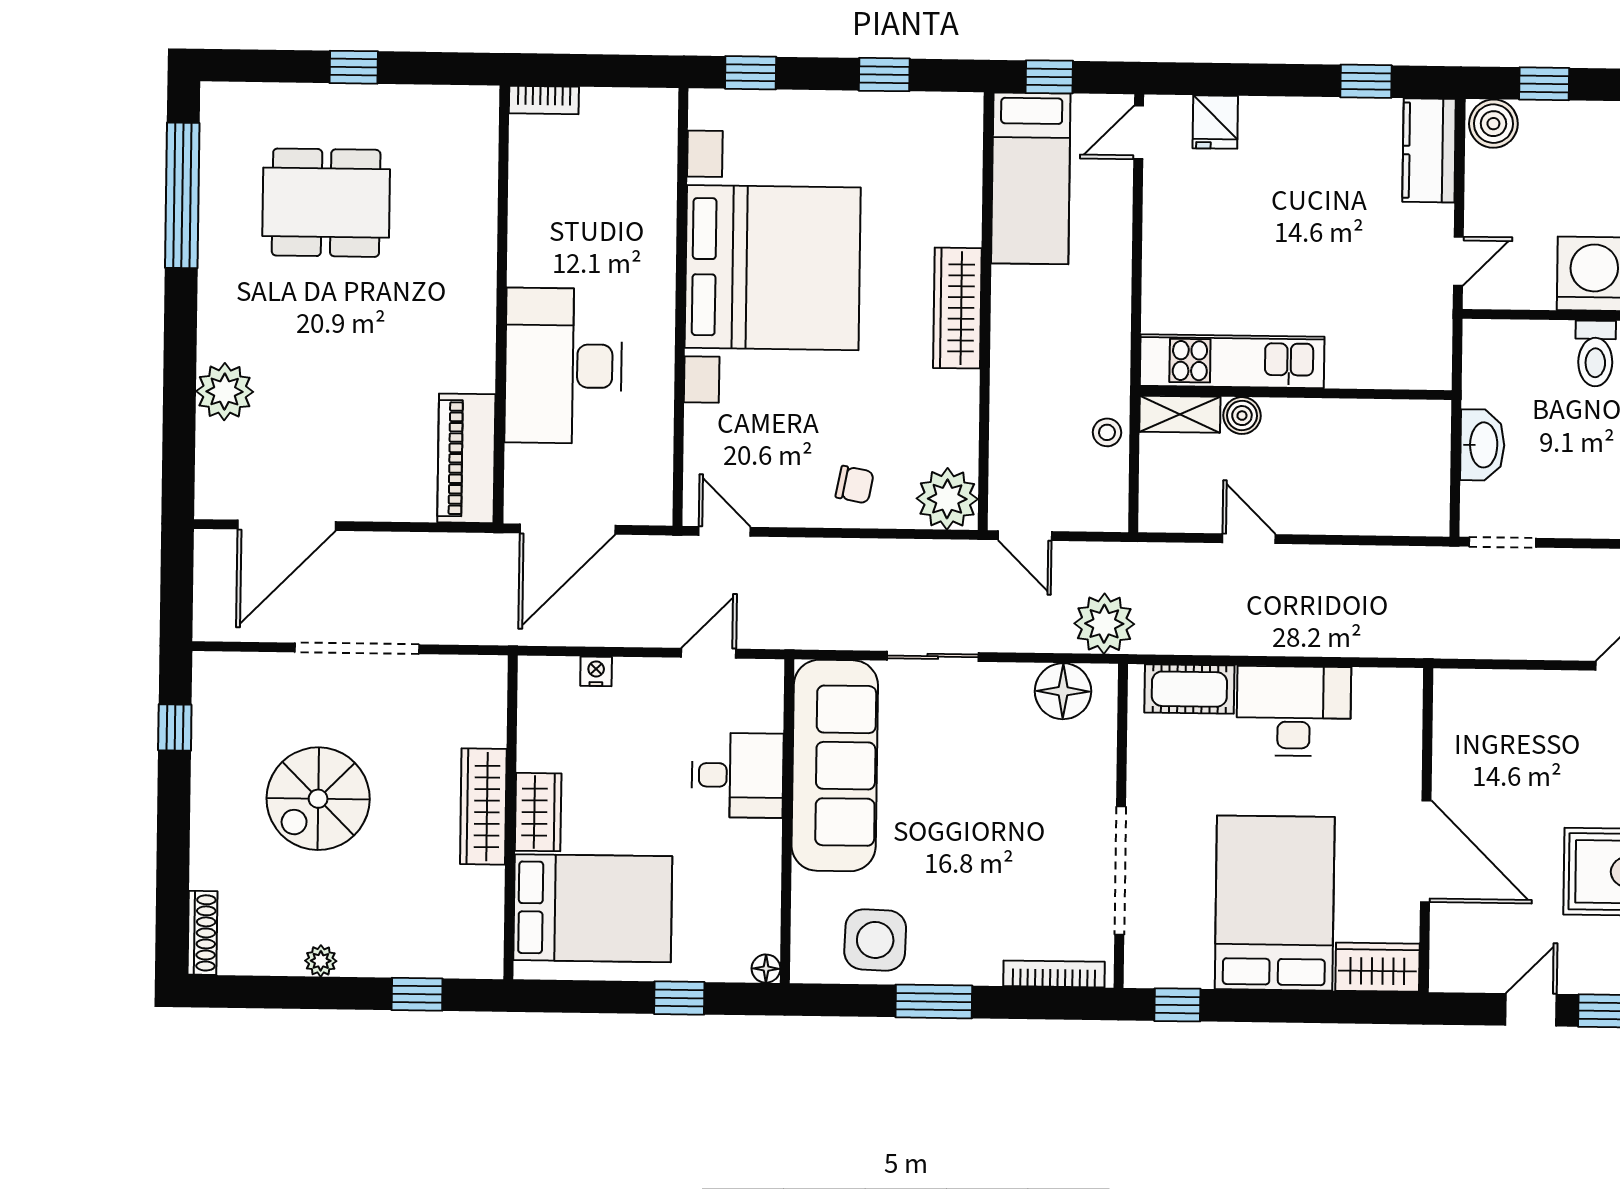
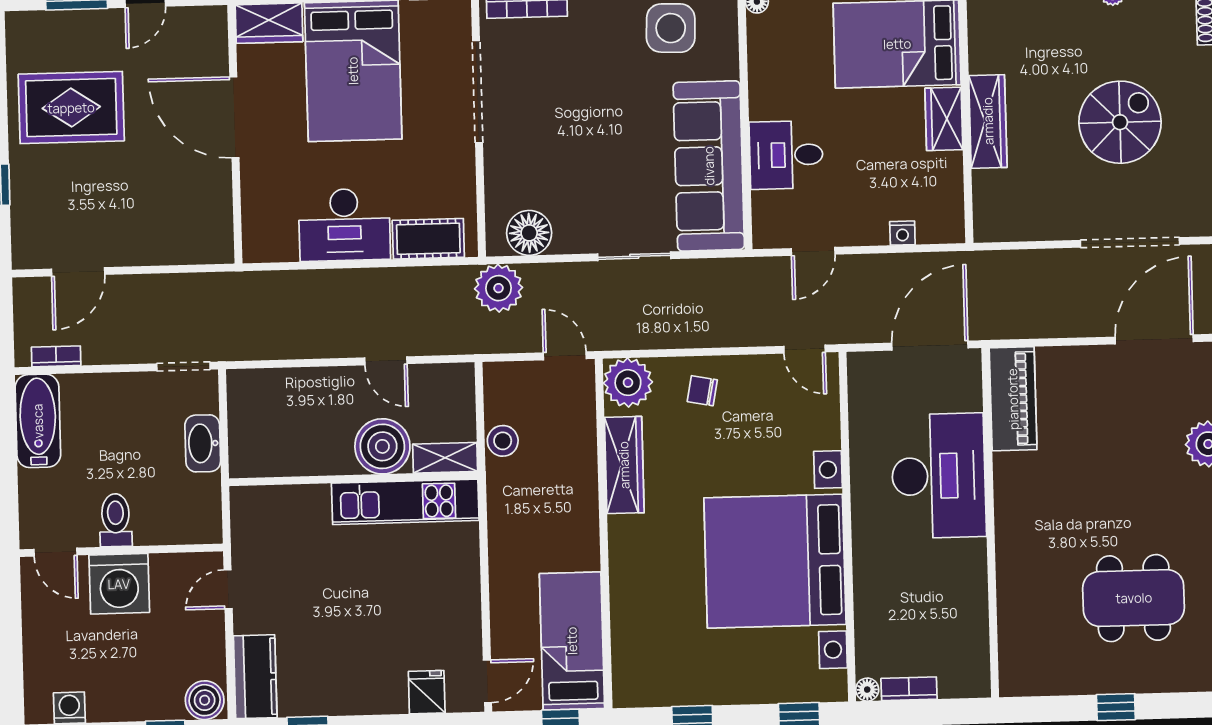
bookcase: (544, 100) -> (909, 689), moved
floor lamp: (664, 102) -> (867, 690), added
wardrobe: (957, 308) -> (624, 465), moved
boiler: (1242, 416) -> (382, 446), width x1.86, depth x1.86
stool: (1107, 432) -> (503, 441), width x1.37, depth x1.37
doorway: (357, 648) -> (1130, 242), moved

